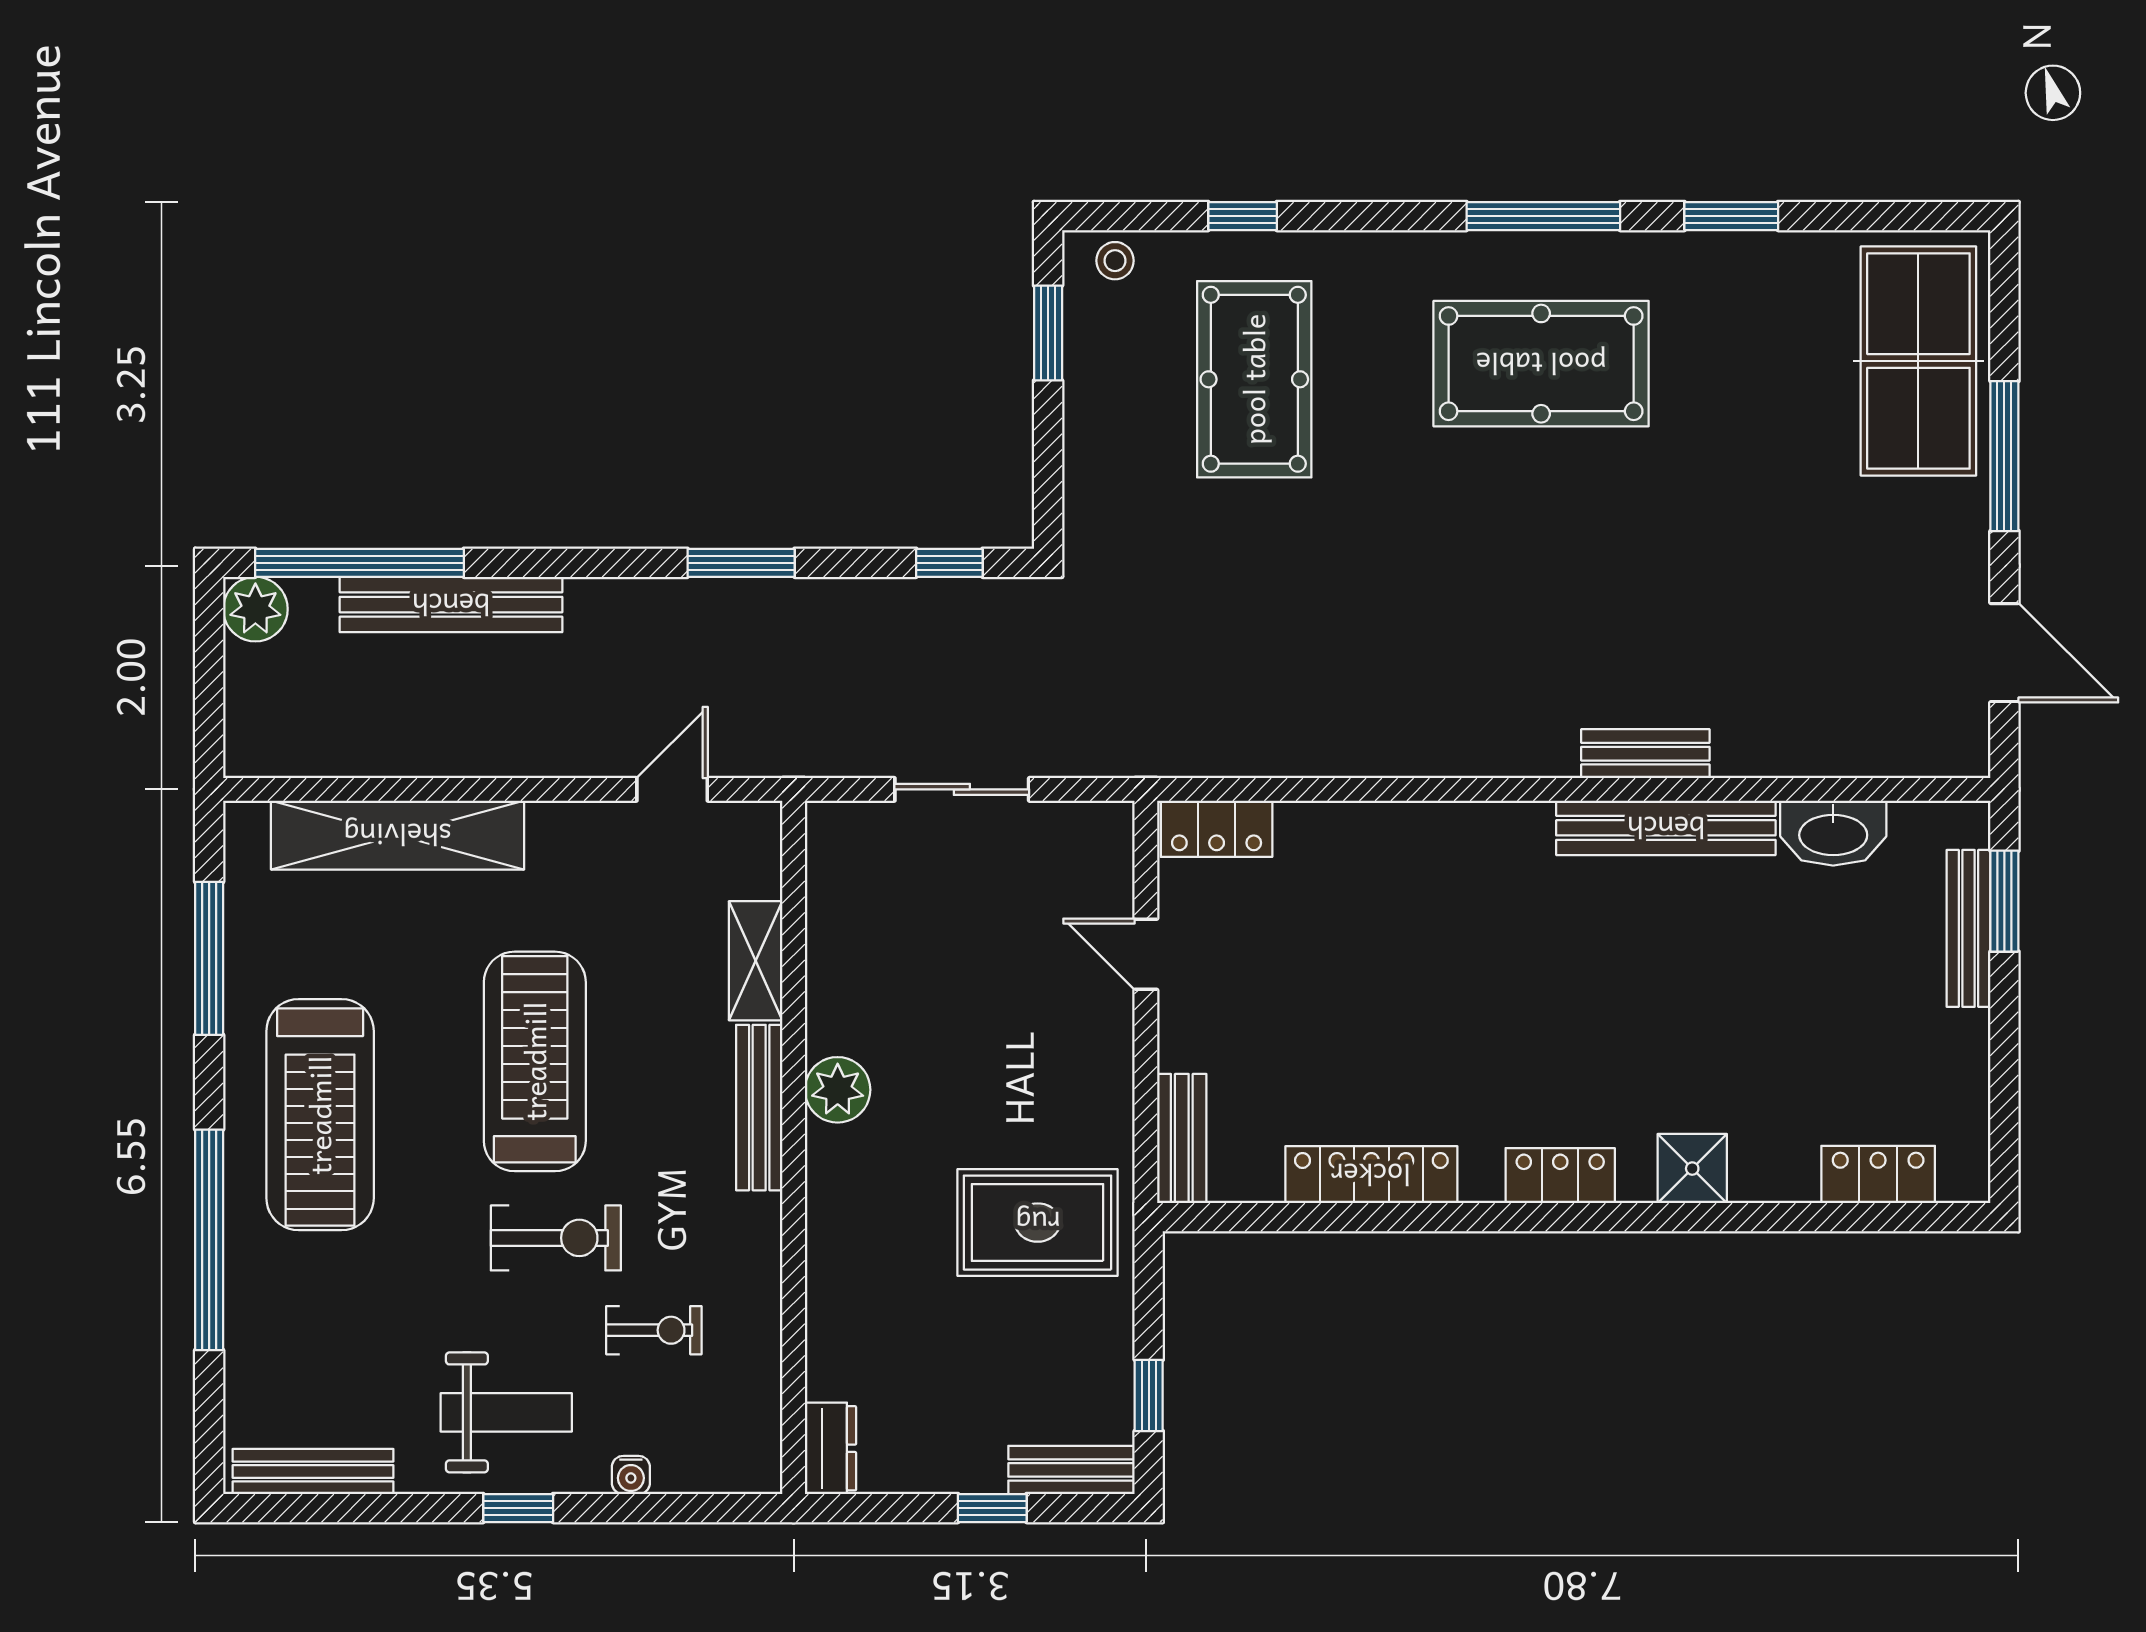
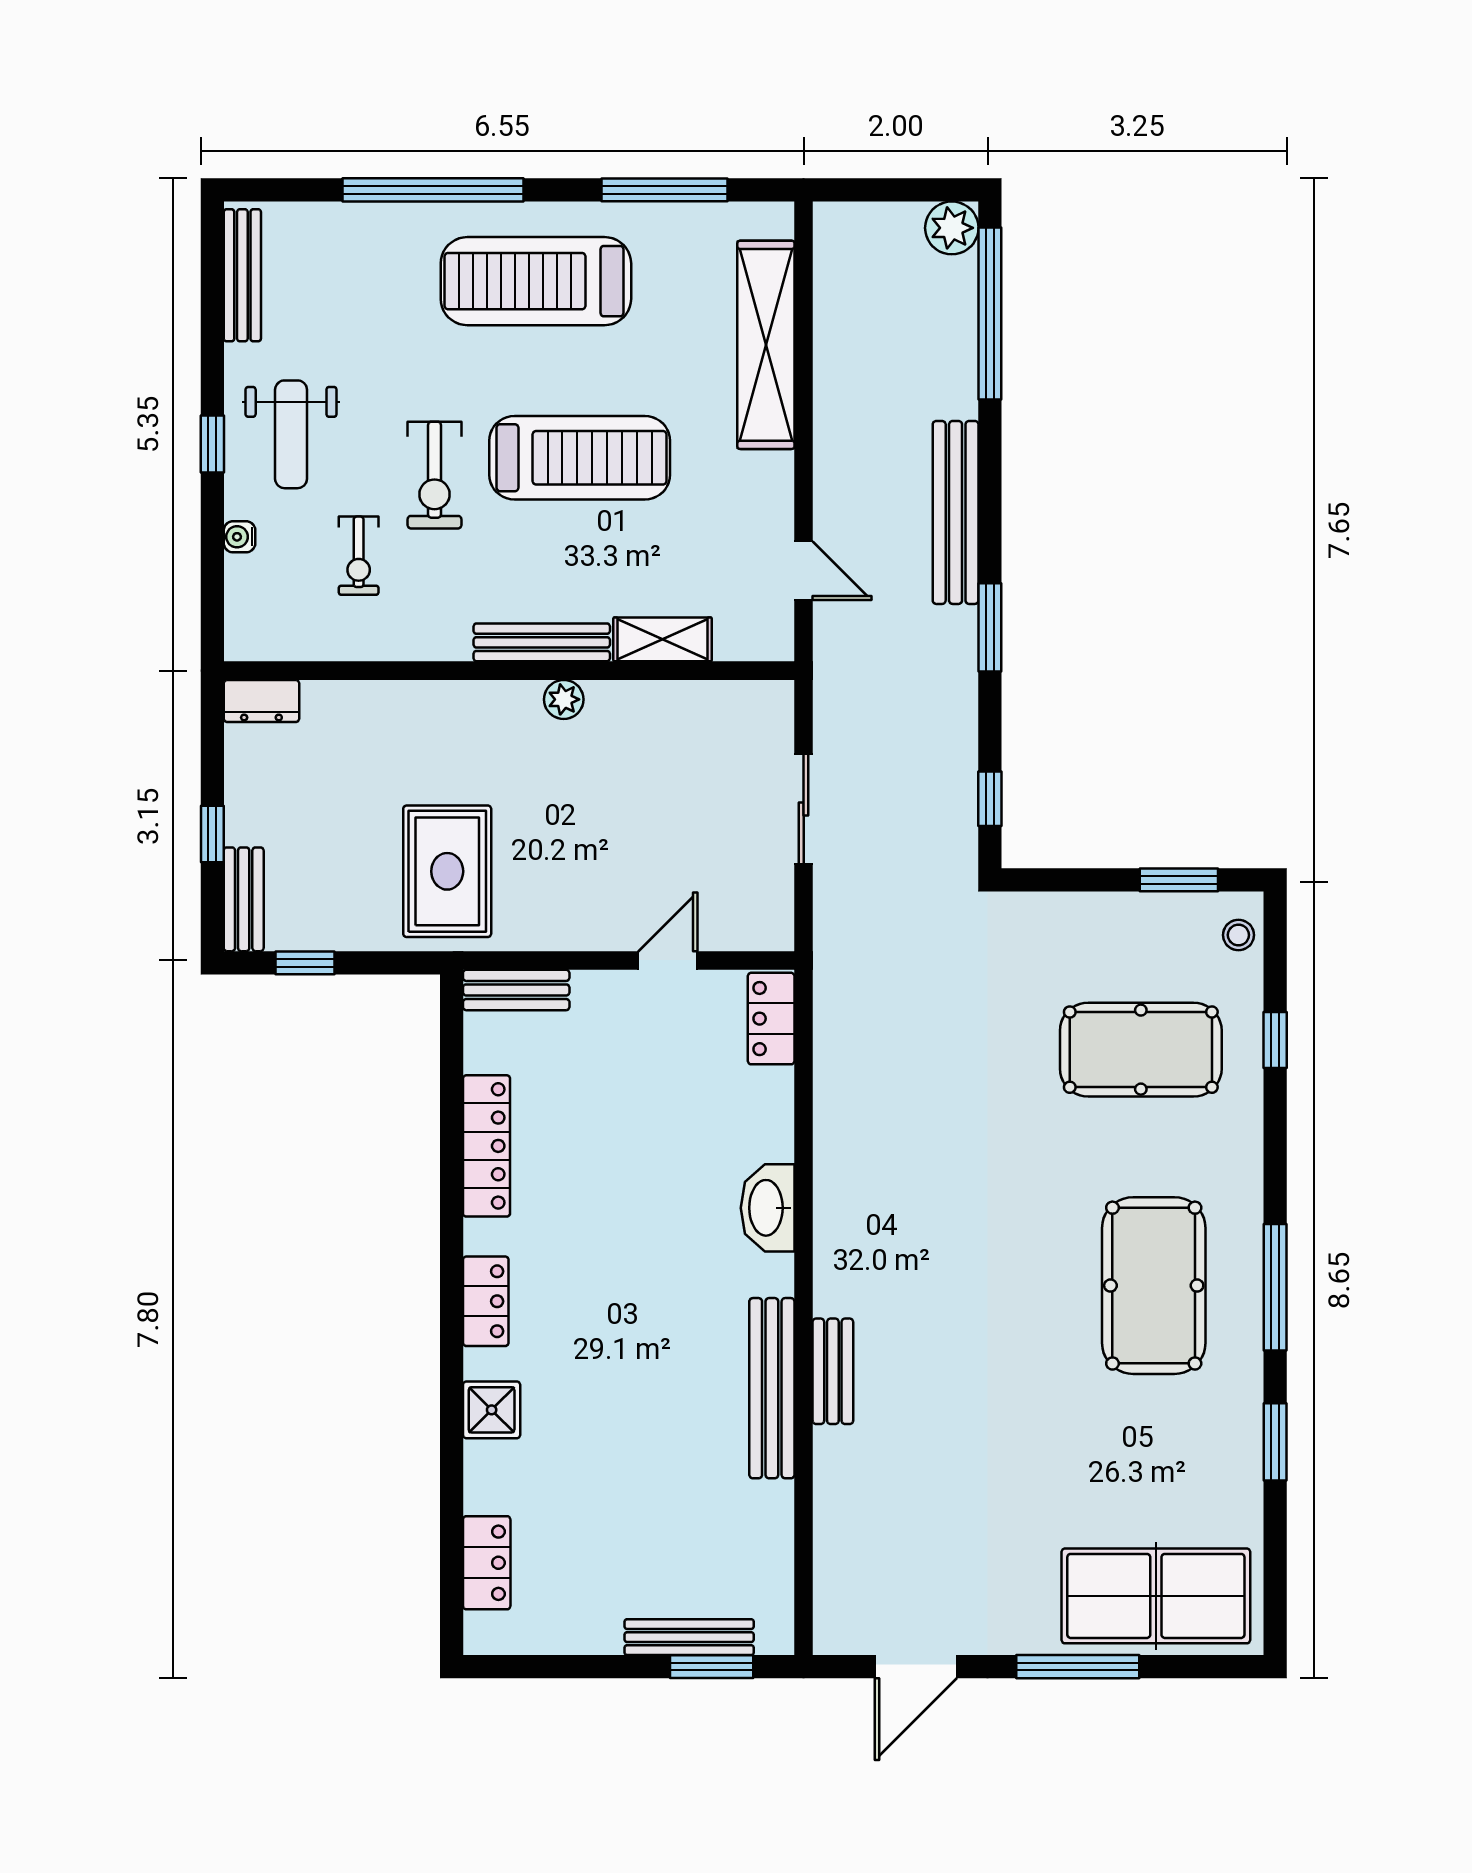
bench: (451, 605) -> (956, 512), moved
washbasin: (1833, 833) -> (768, 1208), moved
plant: (838, 1090) -> (564, 699), width x0.73, depth x0.73

